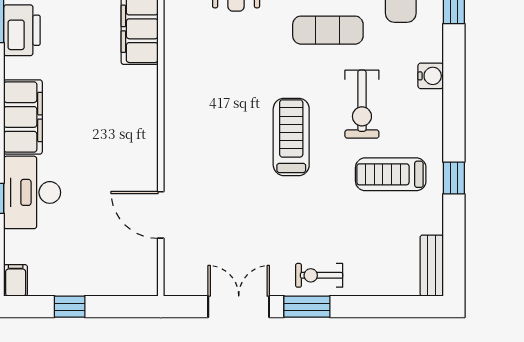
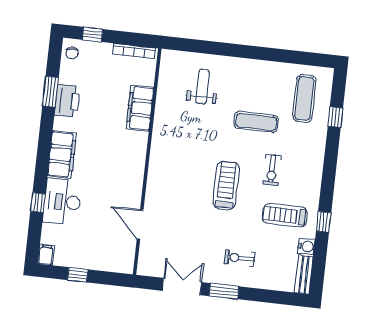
water cooler: (431, 76) -> (306, 246), moved
exercise bike: (362, 104) -> (272, 170), width x0.73, depth x0.72
exercise bike: (319, 275) -> (240, 258), moved

